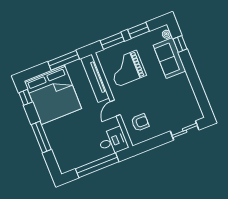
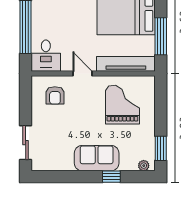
window: (139, 30) -> (161, 148), moved
window: (112, 41) -> (161, 101), removed
window: (180, 44) -> (111, 177), moved
sofa: (169, 58) -> (97, 158), moved

